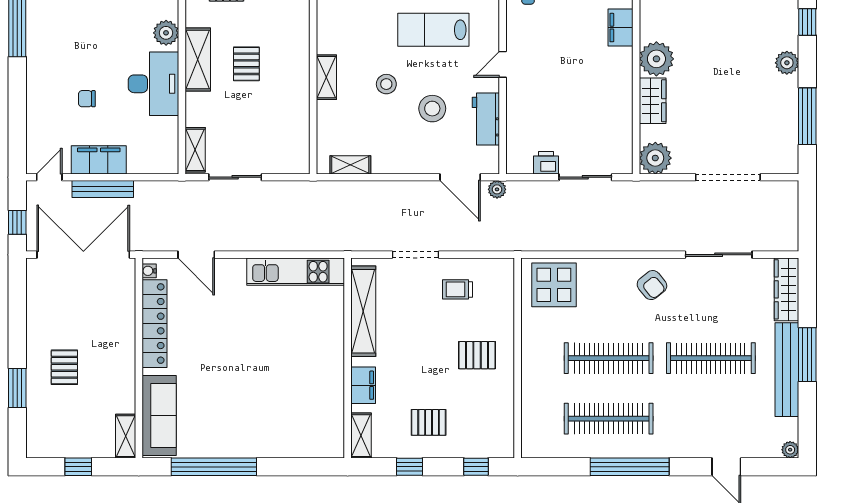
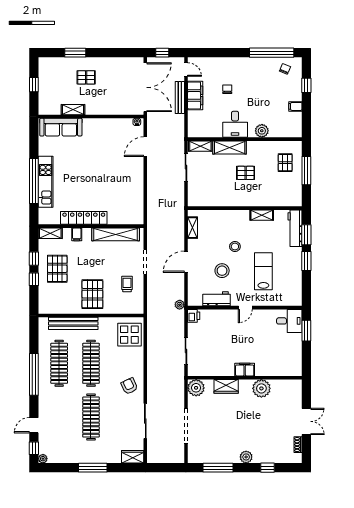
filing cabinet: (620, 28) -> (245, 370), moved
plant: (656, 59) -> (261, 388), moved
shelving: (198, 60) -> (230, 147), moved
door: (503, 64) -> (245, 308), swing flipped
shelving: (326, 77) -> (262, 215), moved
desk: (154, 84) -> (235, 124), width x0.73
printer: (546, 163) -> (194, 316), moved
door: (460, 177) -> (186, 262), moved
kitchen unit: (296, 272) -> (46, 182), moved, turned 180
armchair: (652, 285) -> (129, 386), turned 104
wardrobe: (786, 289) -> (133, 457), width x0.67
locker: (154, 324) -> (84, 218), moved, turned 180
pallet: (477, 355) -> (92, 294), width x1.50, depth x1.42
bench: (787, 370) -> (73, 323), moved
filing cabinet: (363, 385) -> (77, 234), width x0.50
pallet: (429, 422) -> (57, 269), width x1.50, depth x1.42
shelving: (126, 436) -> (73, 110), moved
window: (214, 467) -> (34, 181), moved
window: (476, 467) -> (34, 279), moved
window: (770, 467) -> (34, 448), added

